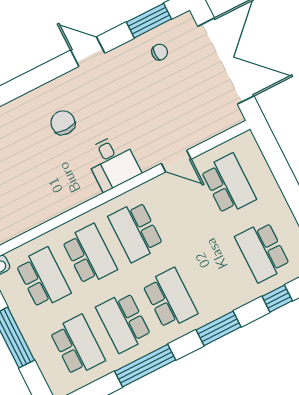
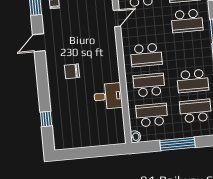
desk: (112, 162) -> (108, 96), moved
school desk: (170, 299) -> (187, 21), moved, turned 180

